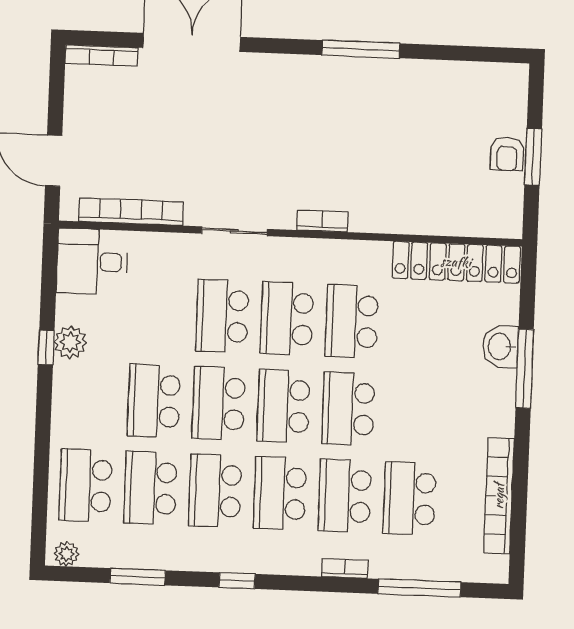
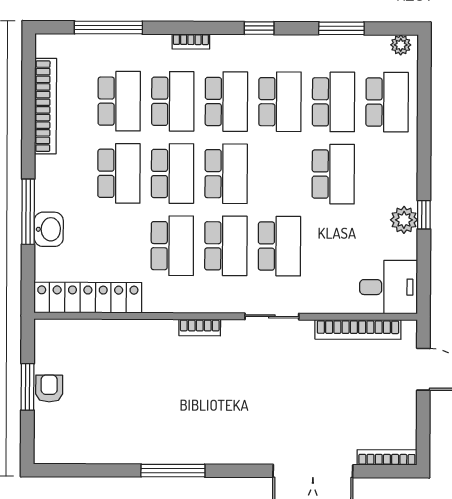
school desk: (219, 403) -> (119, 173), moved
bookcase: (345, 568) -> (191, 41), moved

